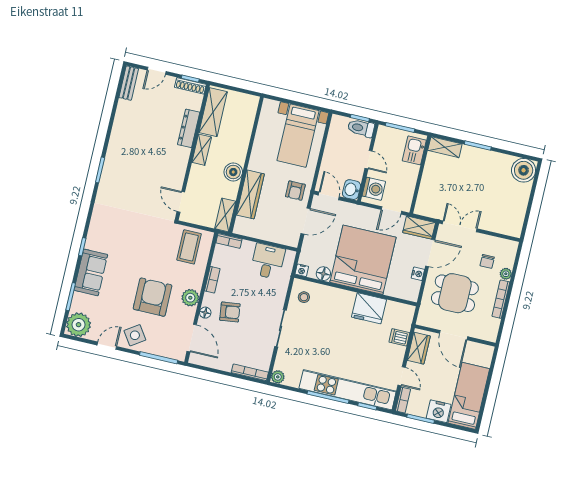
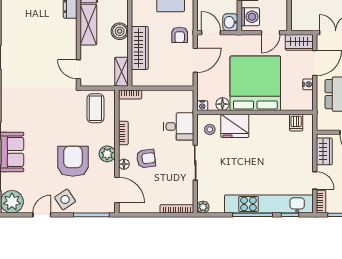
shelving: (202, 150) -> (88, 25), width x1.50, depth x1.33
desk: (268, 261) -> (179, 126), moved, turned 90
fridge: (369, 308) -> (235, 126), moved
dishwasher: (399, 337) -> (296, 123), moved, turned -90

